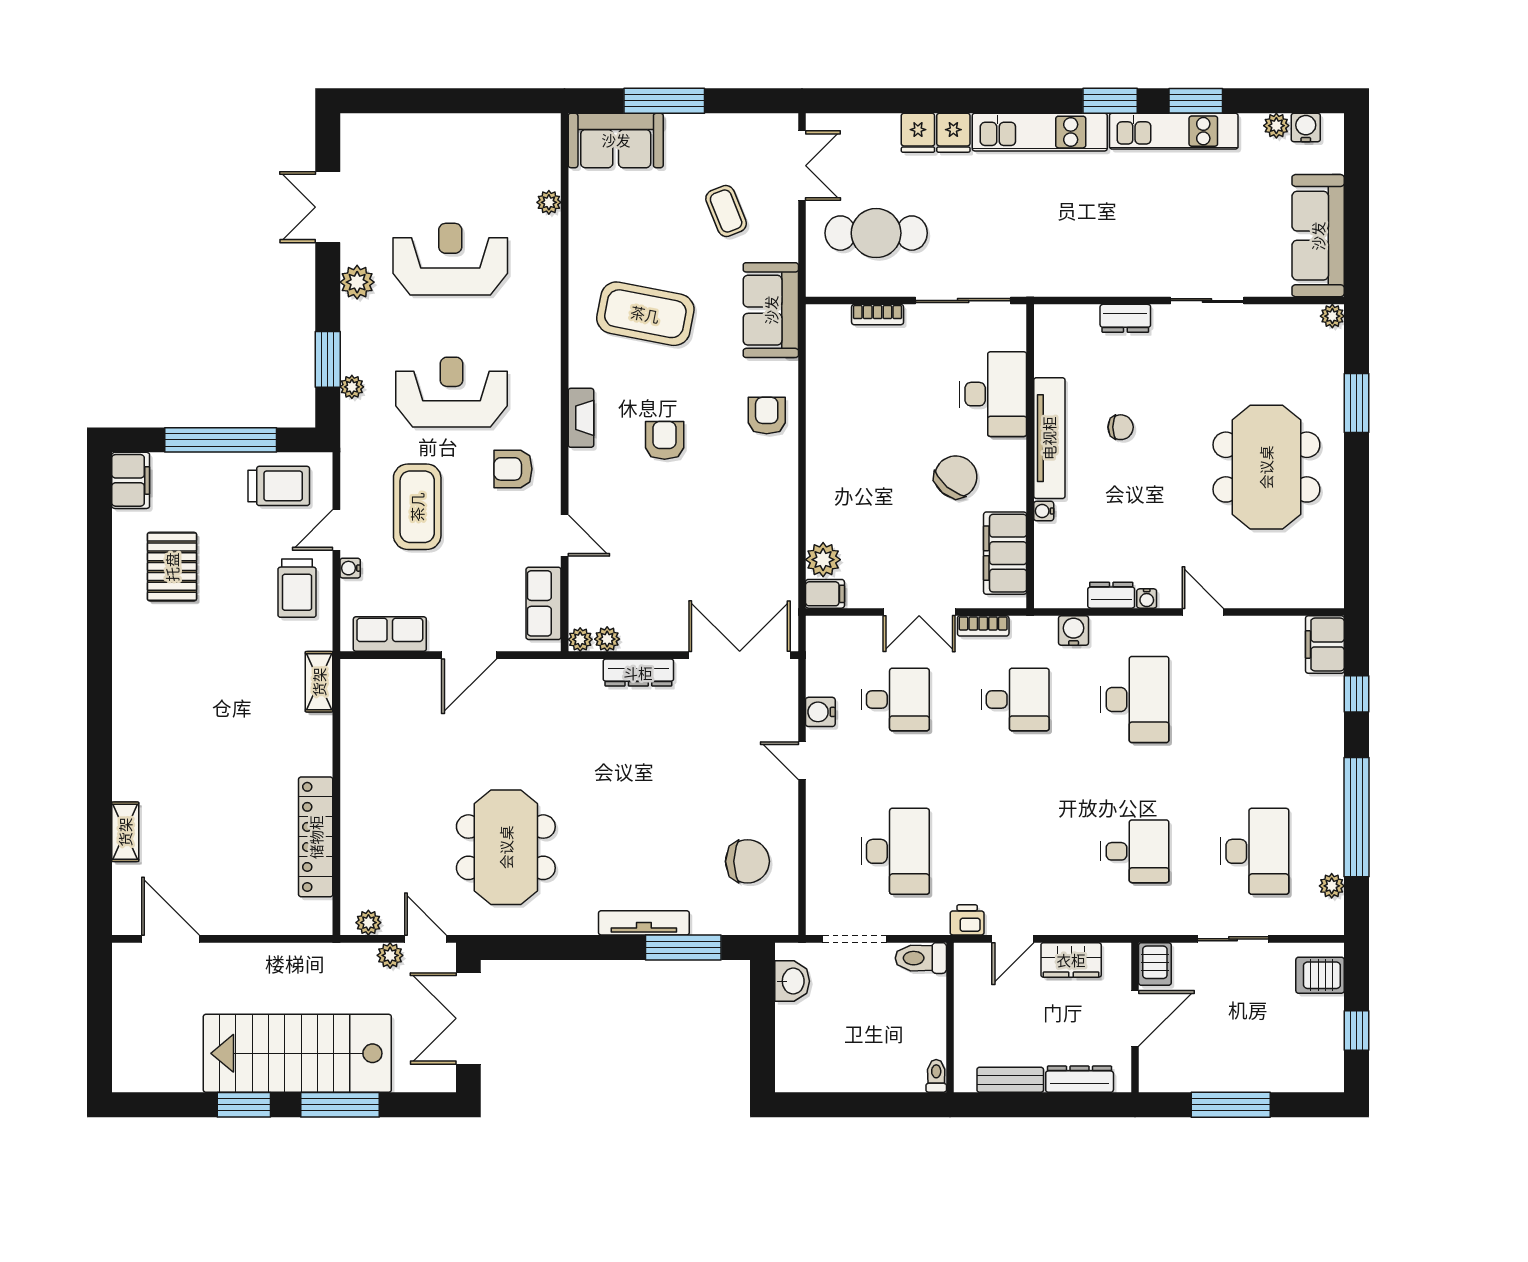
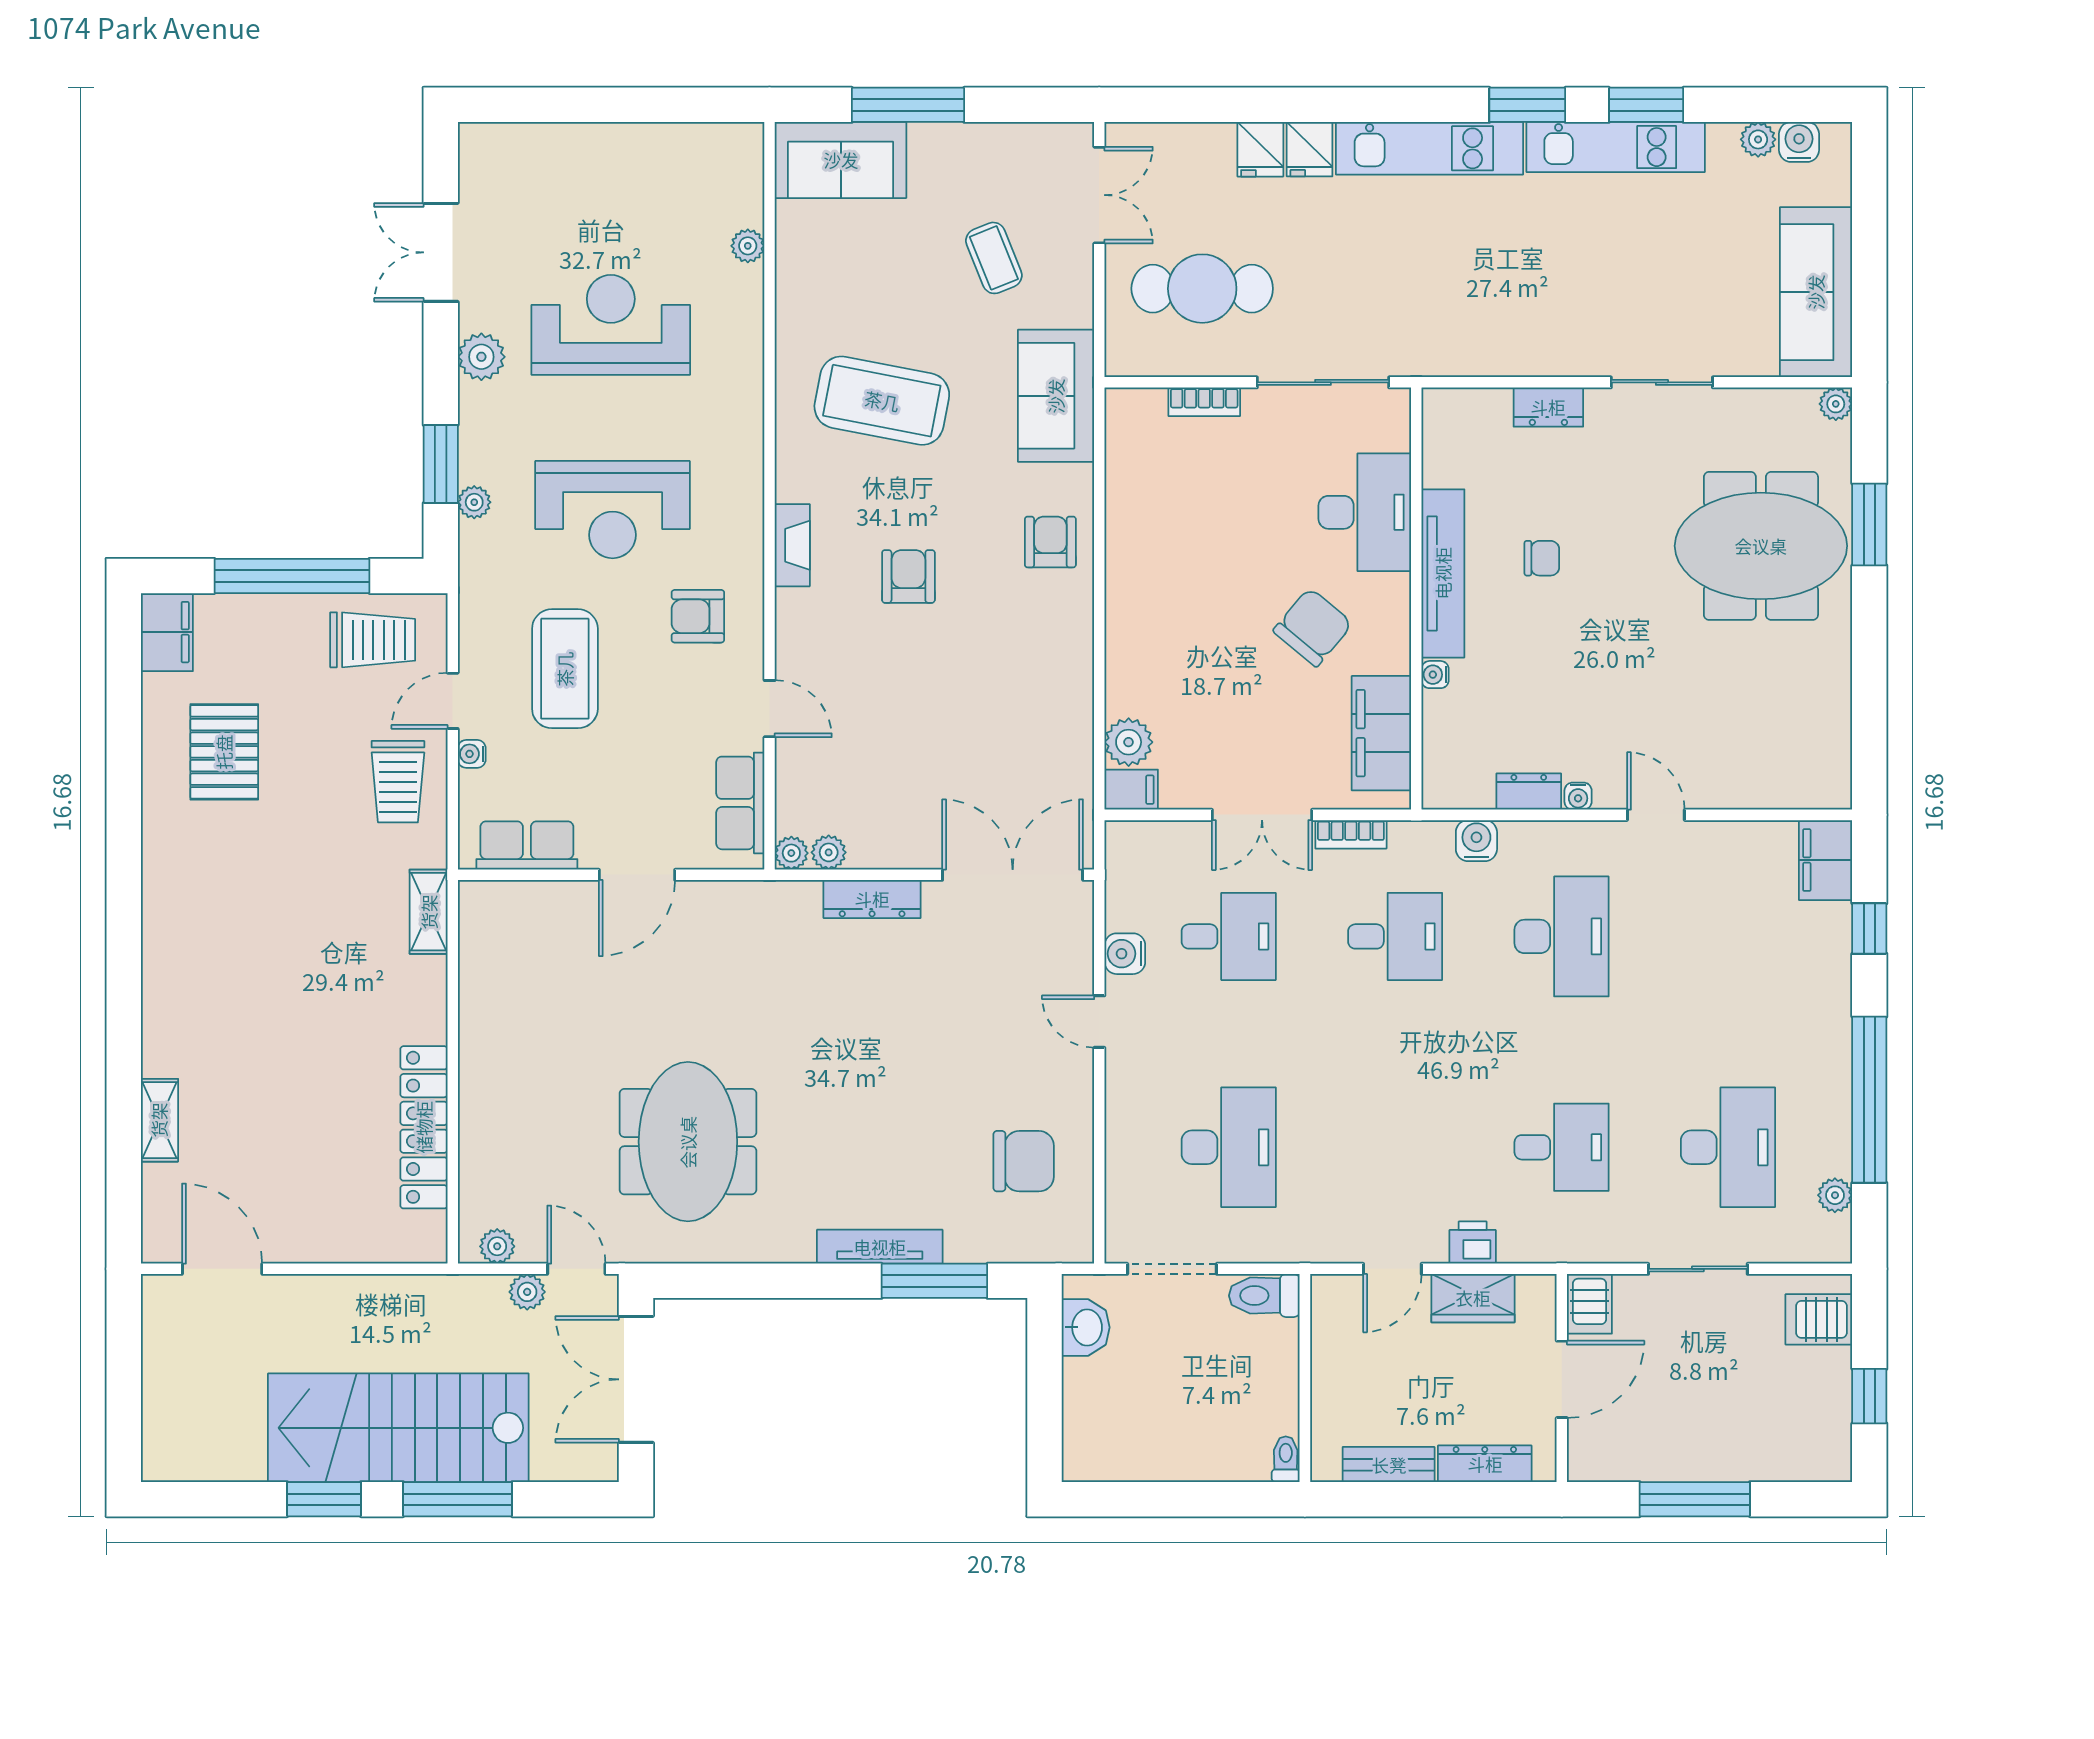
reception desk: (451, 392) -> (613, 510), turned 180
meeting table: (1266, 467) -> (1761, 546), moved, turned 90
printer: (967, 920) -> (1473, 1243), moved

